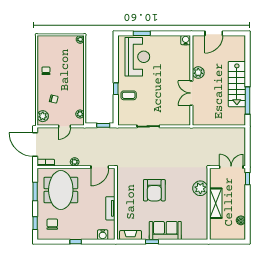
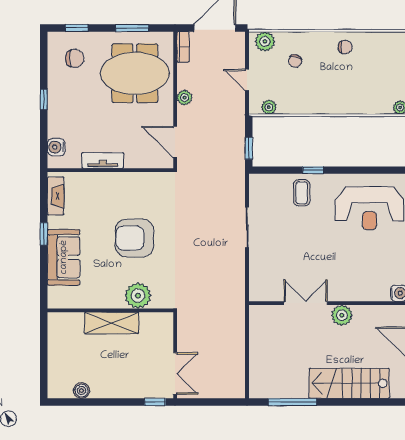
stairs: (237, 84) -> (349, 383), moved
plant: (200, 188) -> (138, 296), moved
shelving: (216, 203) -> (112, 323), moved
wall: (209, 204) -> (110, 310), moved

